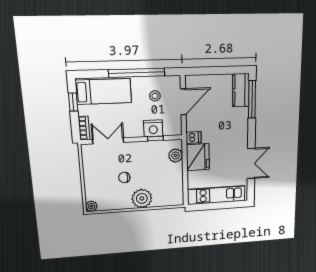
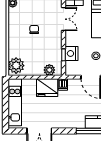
plant: (142, 198) -> (16, 66), moved

